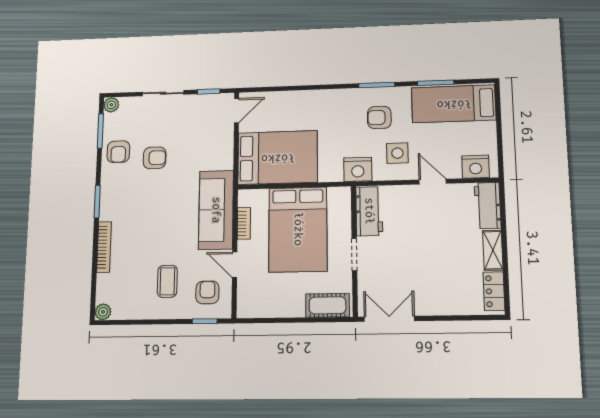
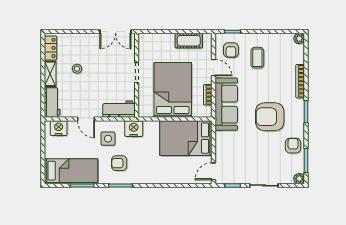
armchair: (379, 117) -> (119, 163), turned 180
armchair: (155, 158) -> (270, 117), moved, width x1.88, depth x1.88
workbench: (369, 211) -> (119, 109), moved, turned 90
stool: (450, 259) -> (77, 69), added
cot: (328, 305) -> (189, 41), moved

